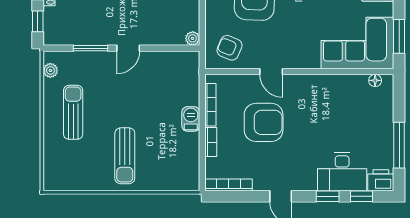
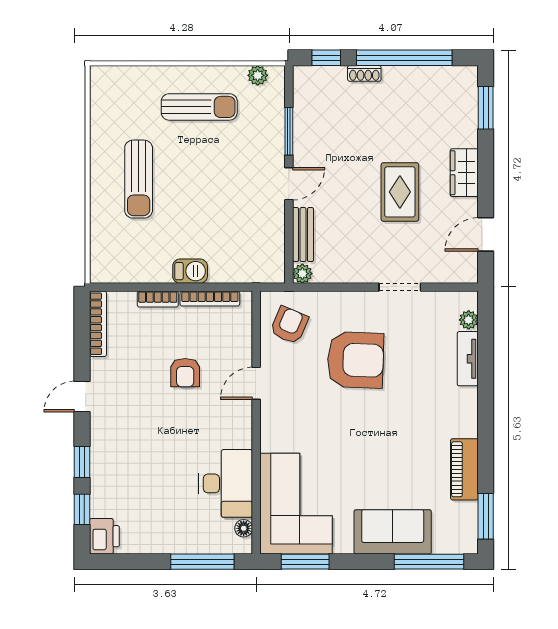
bench: (165, 38) -> (303, 235), added
door: (128, 48) -> (289, 184), swing flipped
armchair: (264, 122) -> (185, 373), width x0.53, depth x0.53
window: (399, 145) -> (202, 562), moved
sun lounger: (125, 156) -> (139, 179), turned -90
desk: (342, 172) -> (226, 483), moved, turned 180

